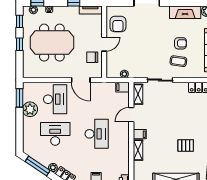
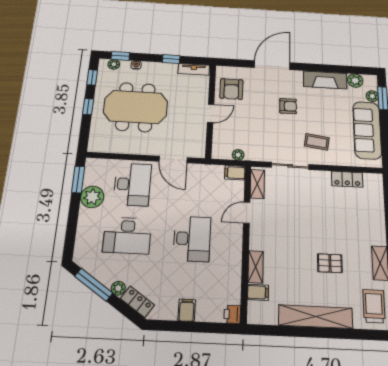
armchair: (180, 43) -> (288, 106), moved
chair: (92, 57) -> (192, 130), removed
desk: (55, 134) -> (127, 235), turned 180
filing cabinet: (140, 134) -> (258, 292), moved

